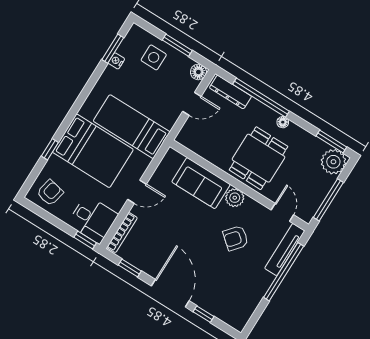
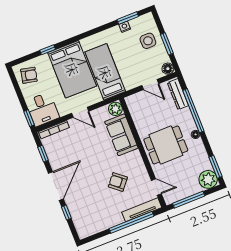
plant: (235, 198) -> (115, 109), moved
door: (282, 212) -> (156, 187), hinge flipped

